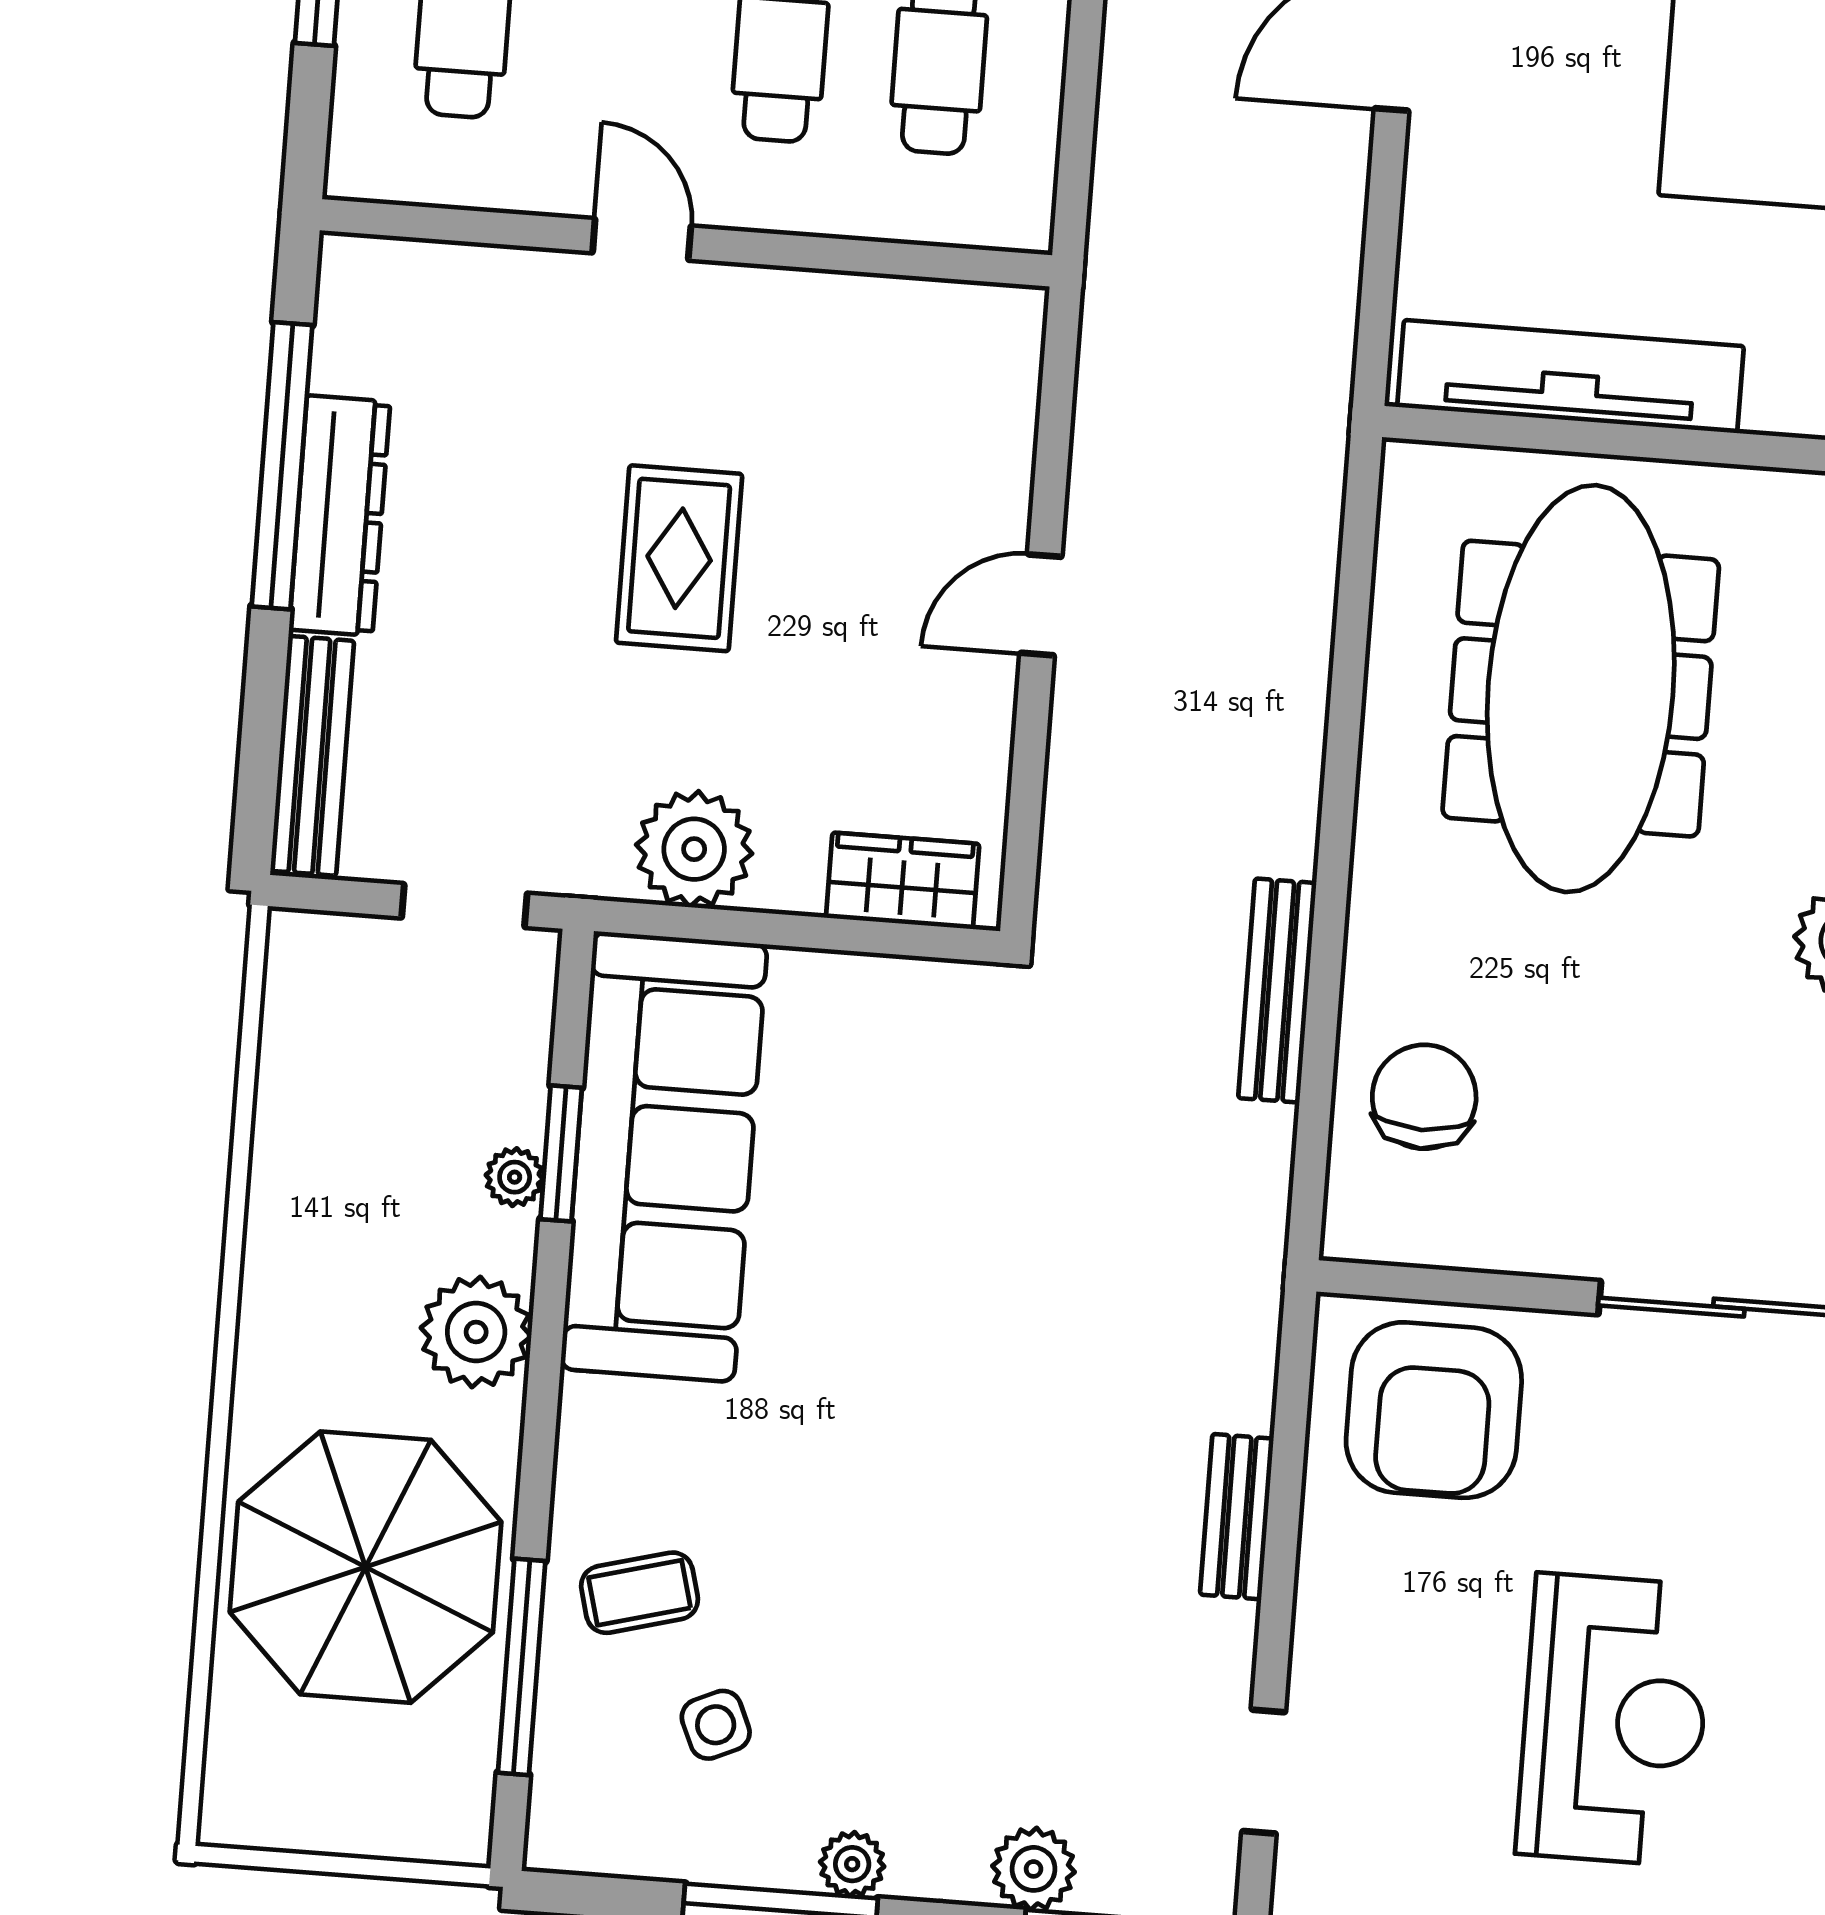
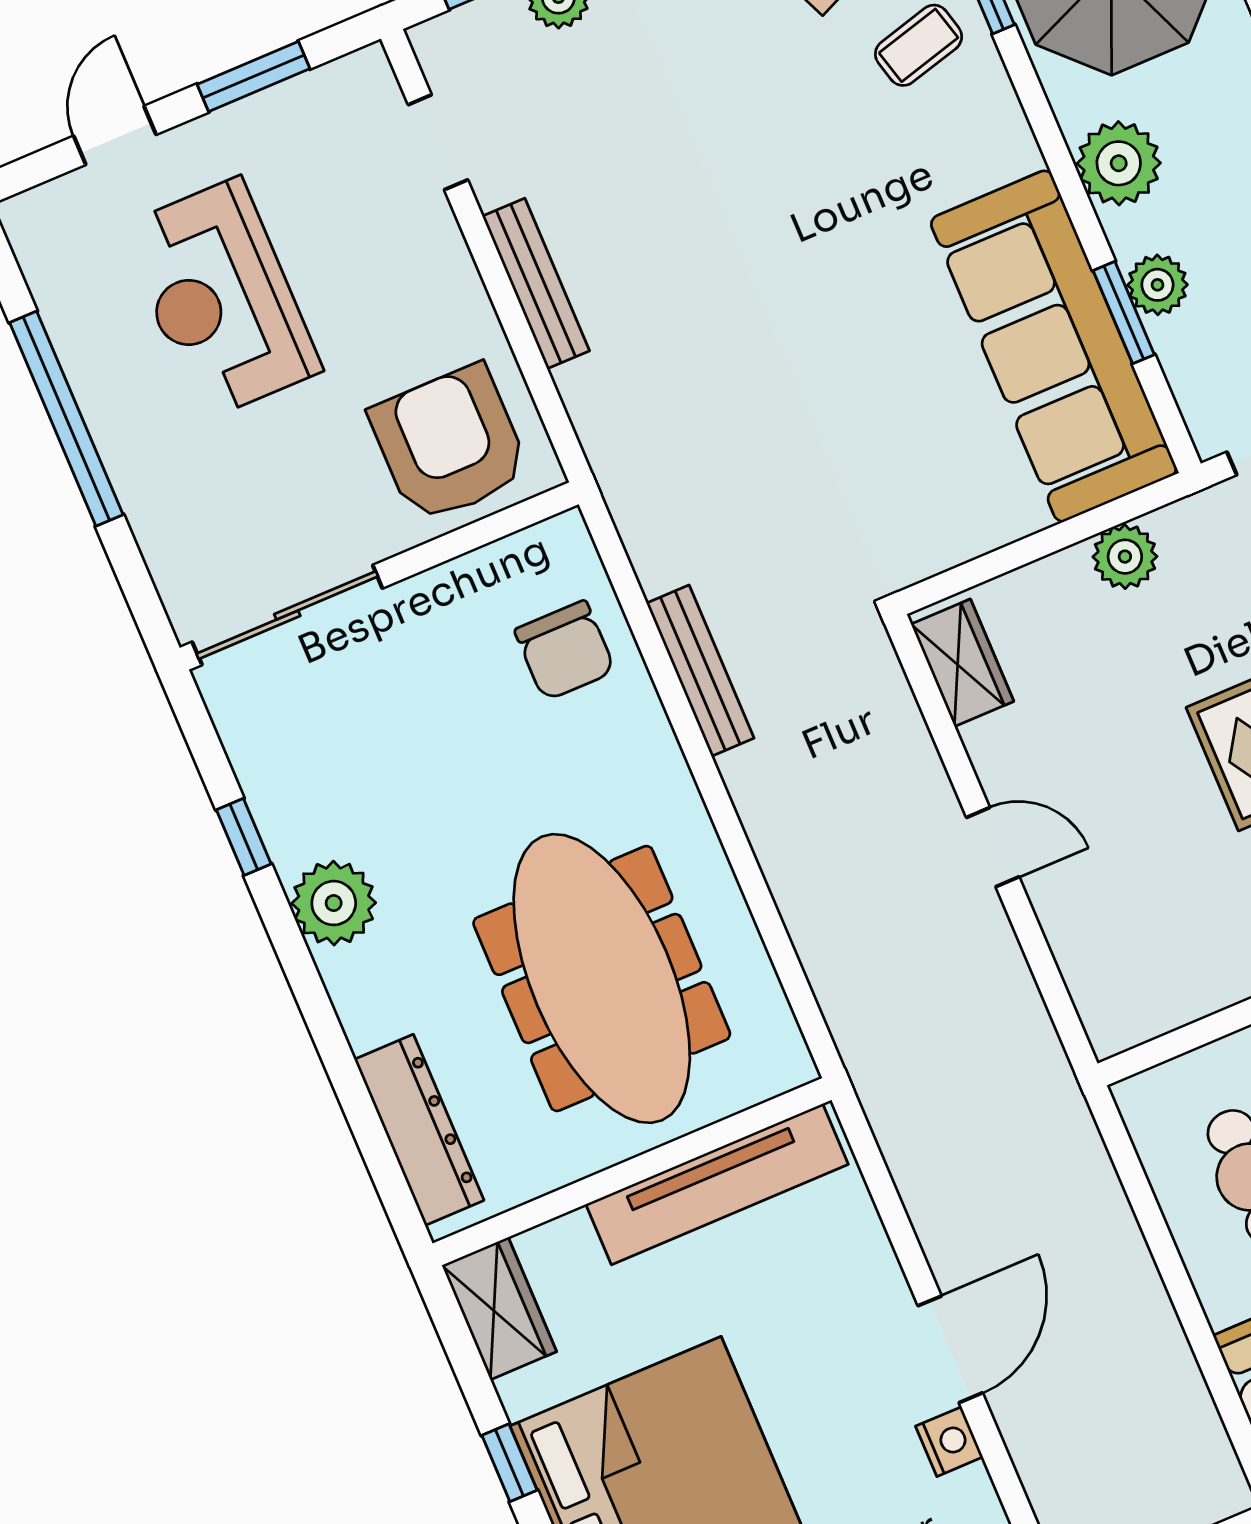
door: (1041, 605) -> (993, 847), hinge flipped
plant: (694, 849) -> (1125, 557), width x0.73, depth x0.73
wardrobe: (903, 881) -> (962, 663), moved, turned -90
plant: (515, 1177) -> (1157, 285), width x1.38, depth x1.38
bench: (1237, 1517) -> (536, 284), width x1.36

